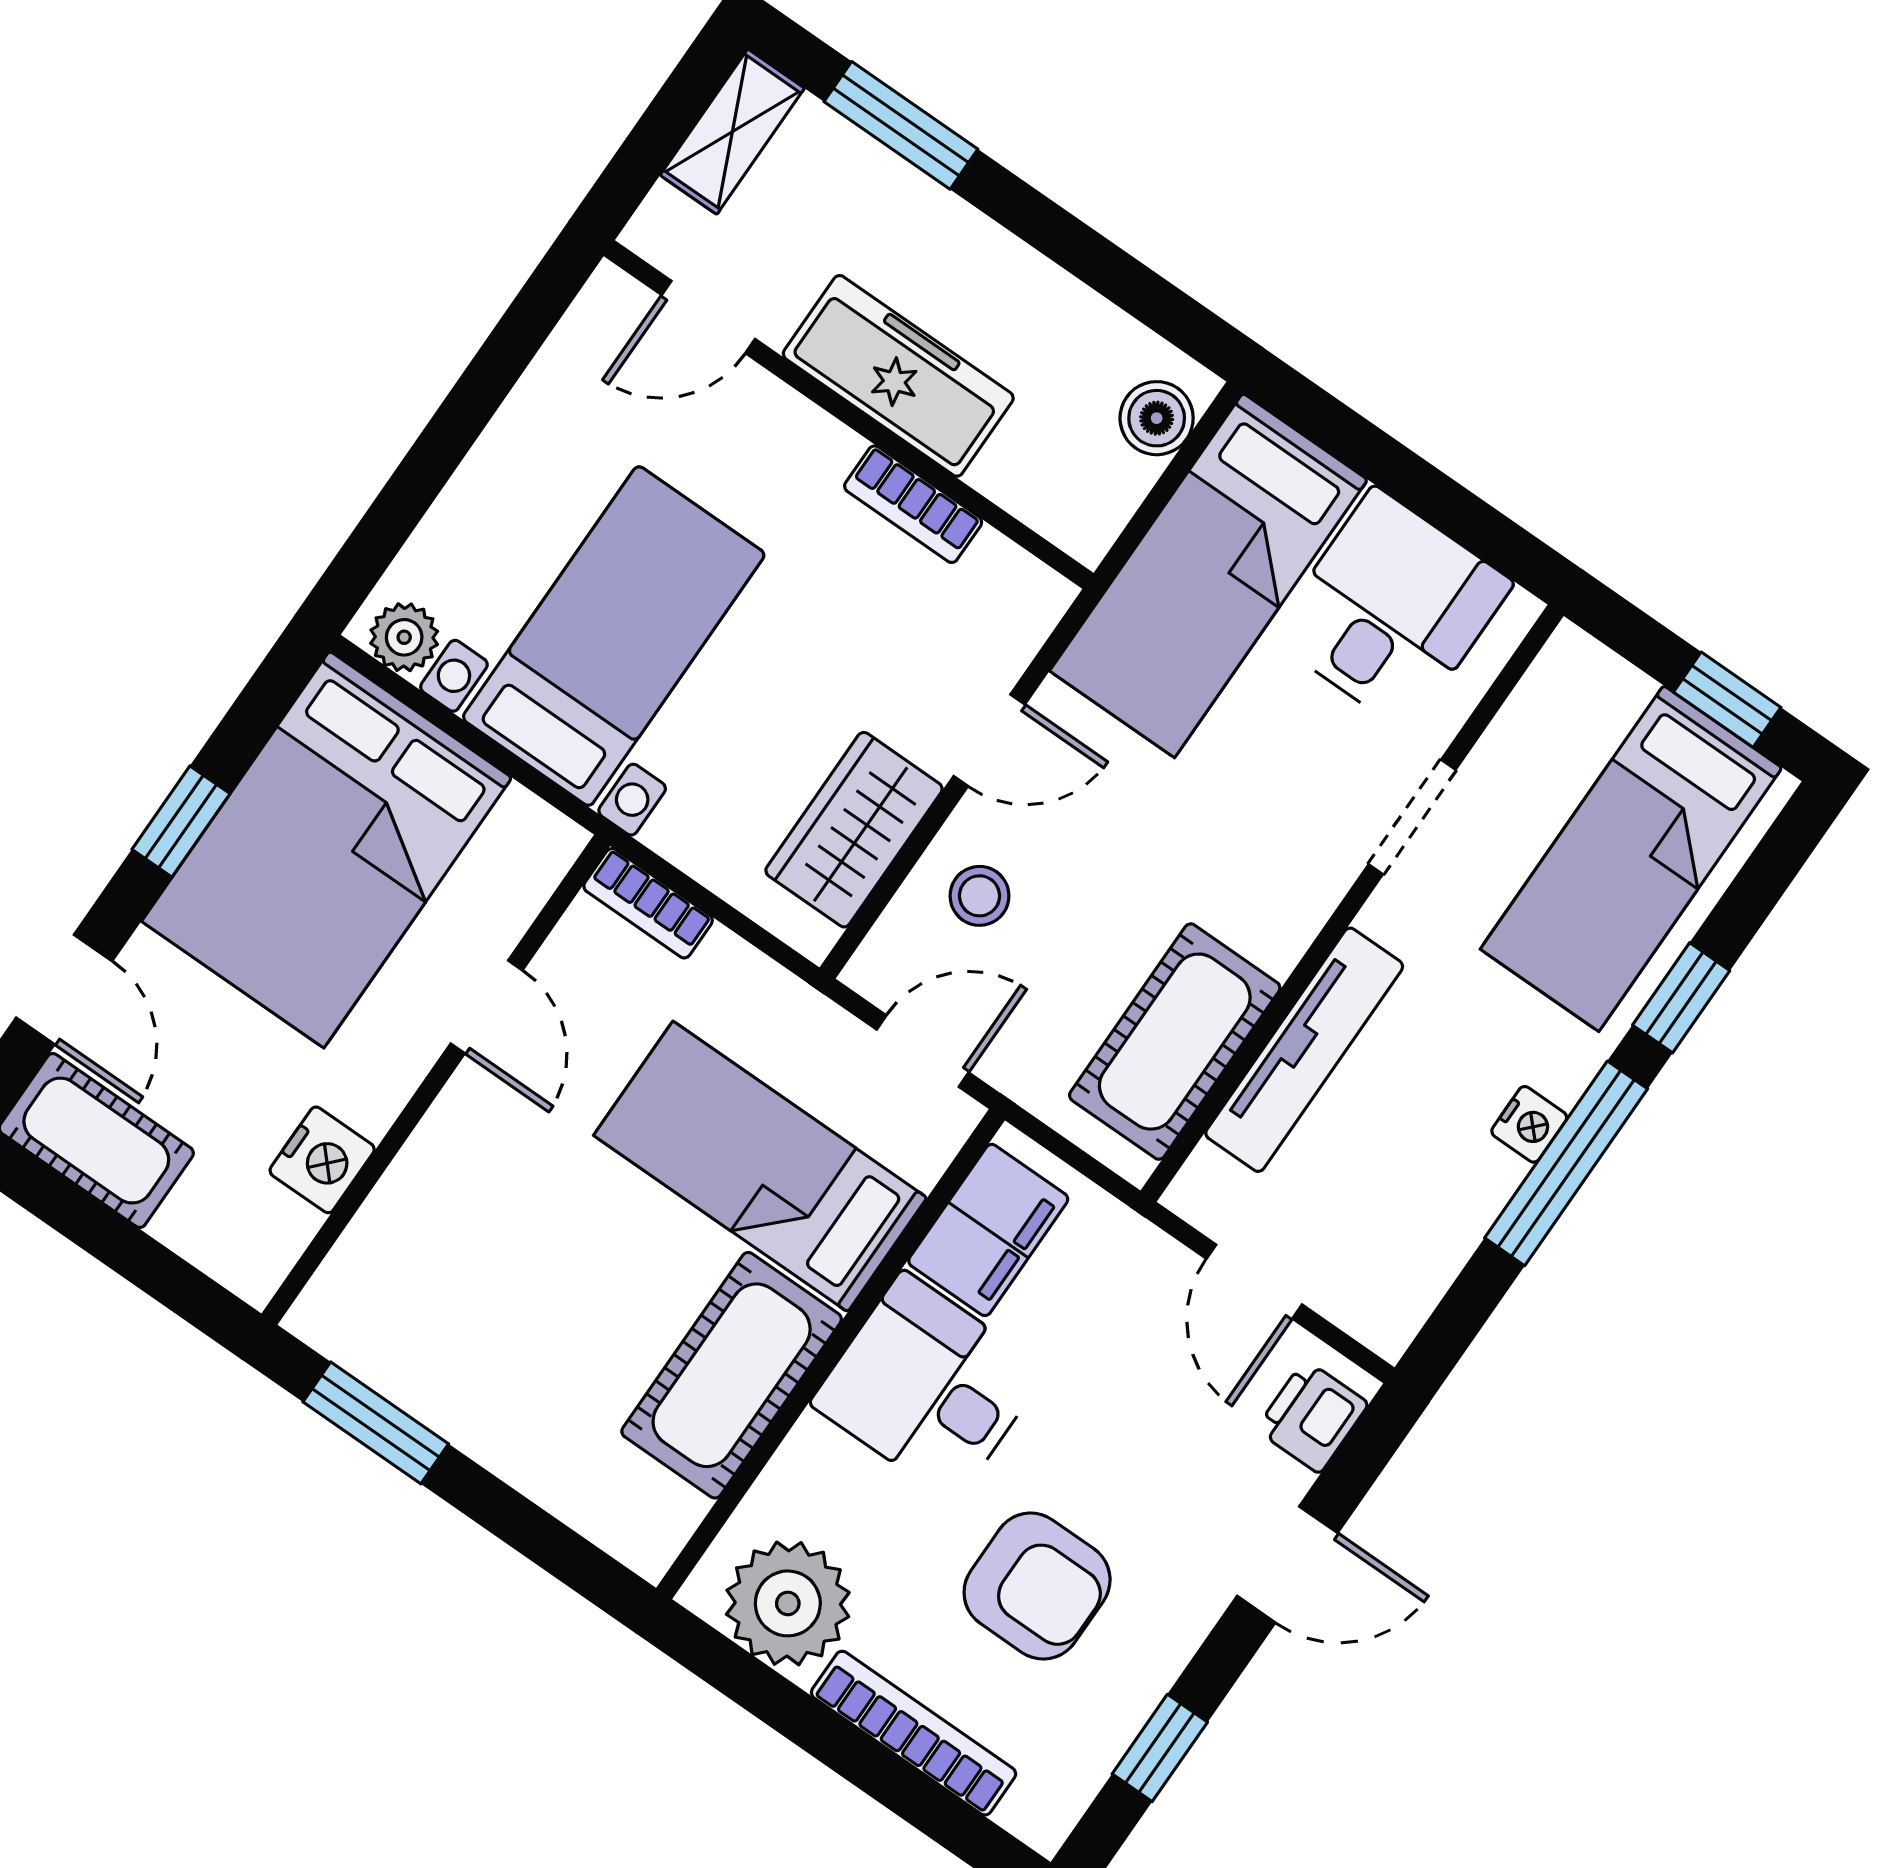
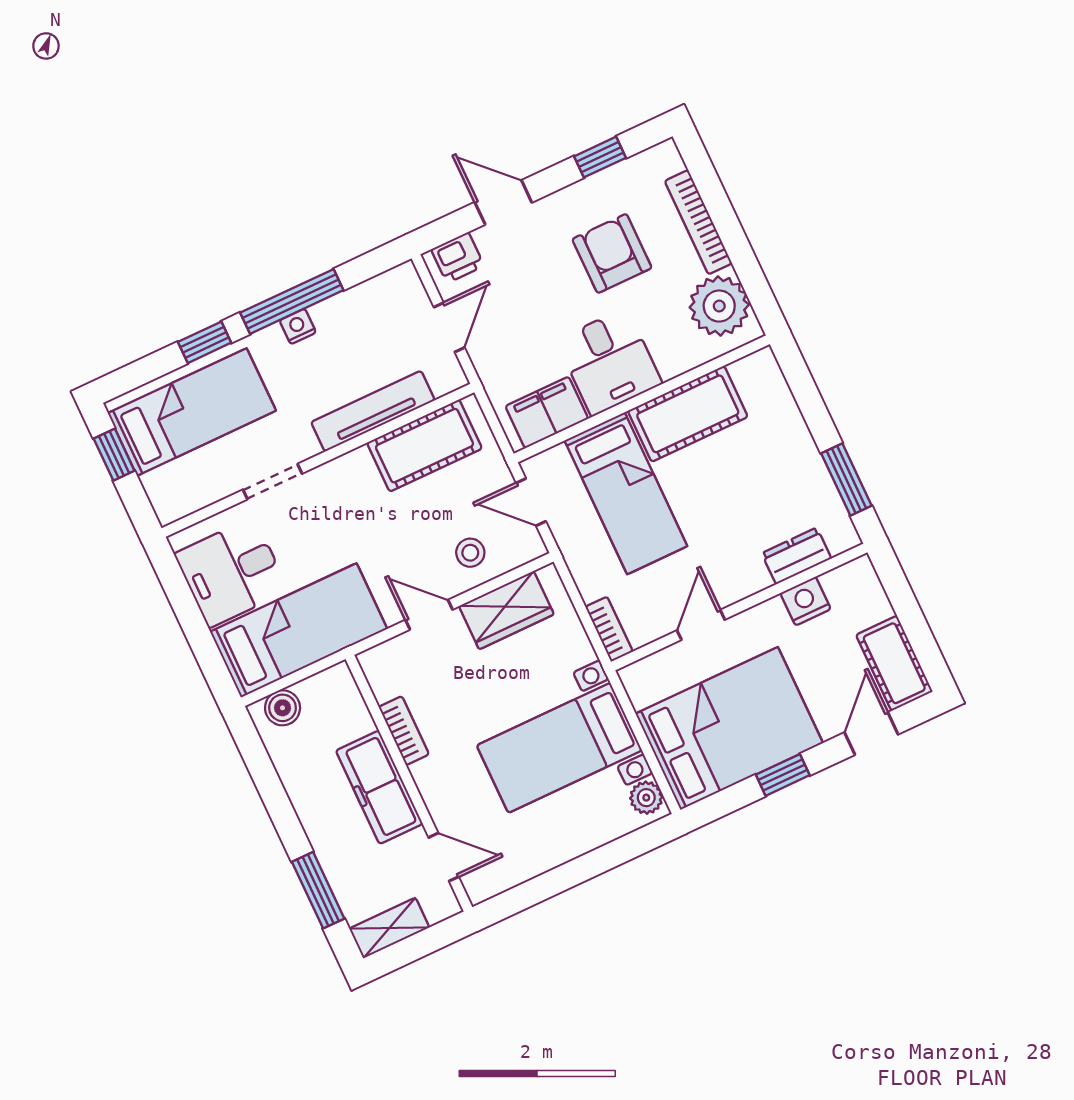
dresser: (386, 1232) -> (796, 556), added

